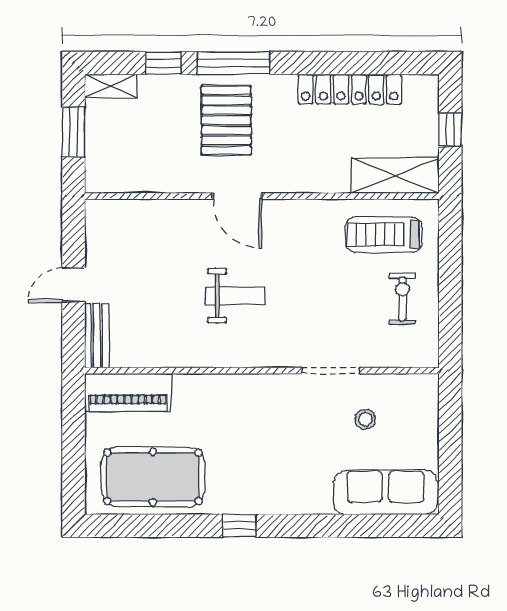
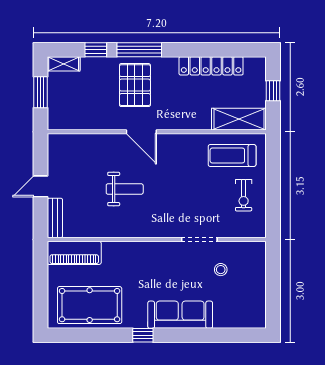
weight bench: (235, 295) -> (125, 189), moved
exercise bike: (402, 299) -> (244, 195), turned 180
sofa: (385, 492) -> (180, 315), moved

